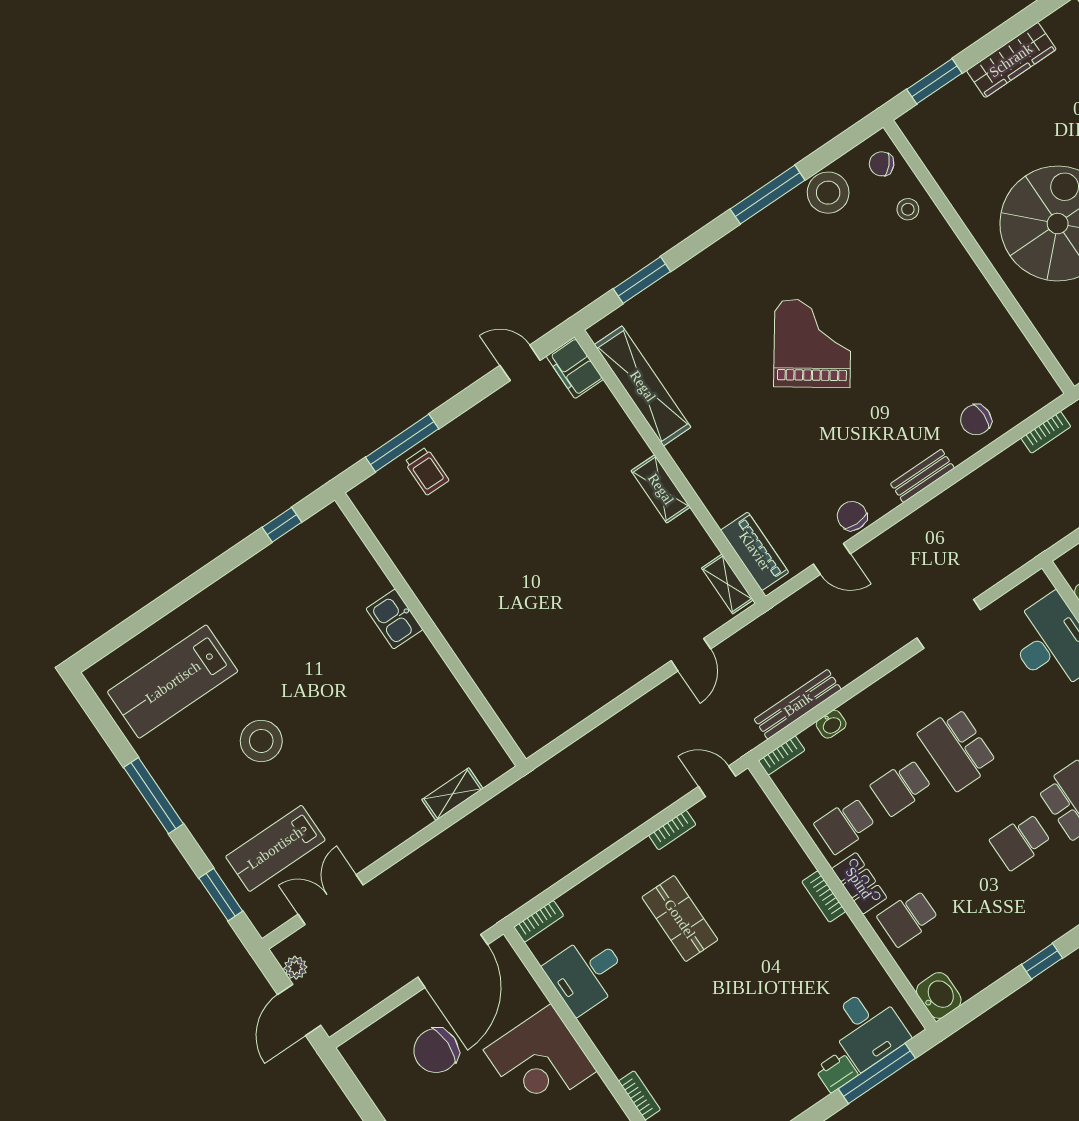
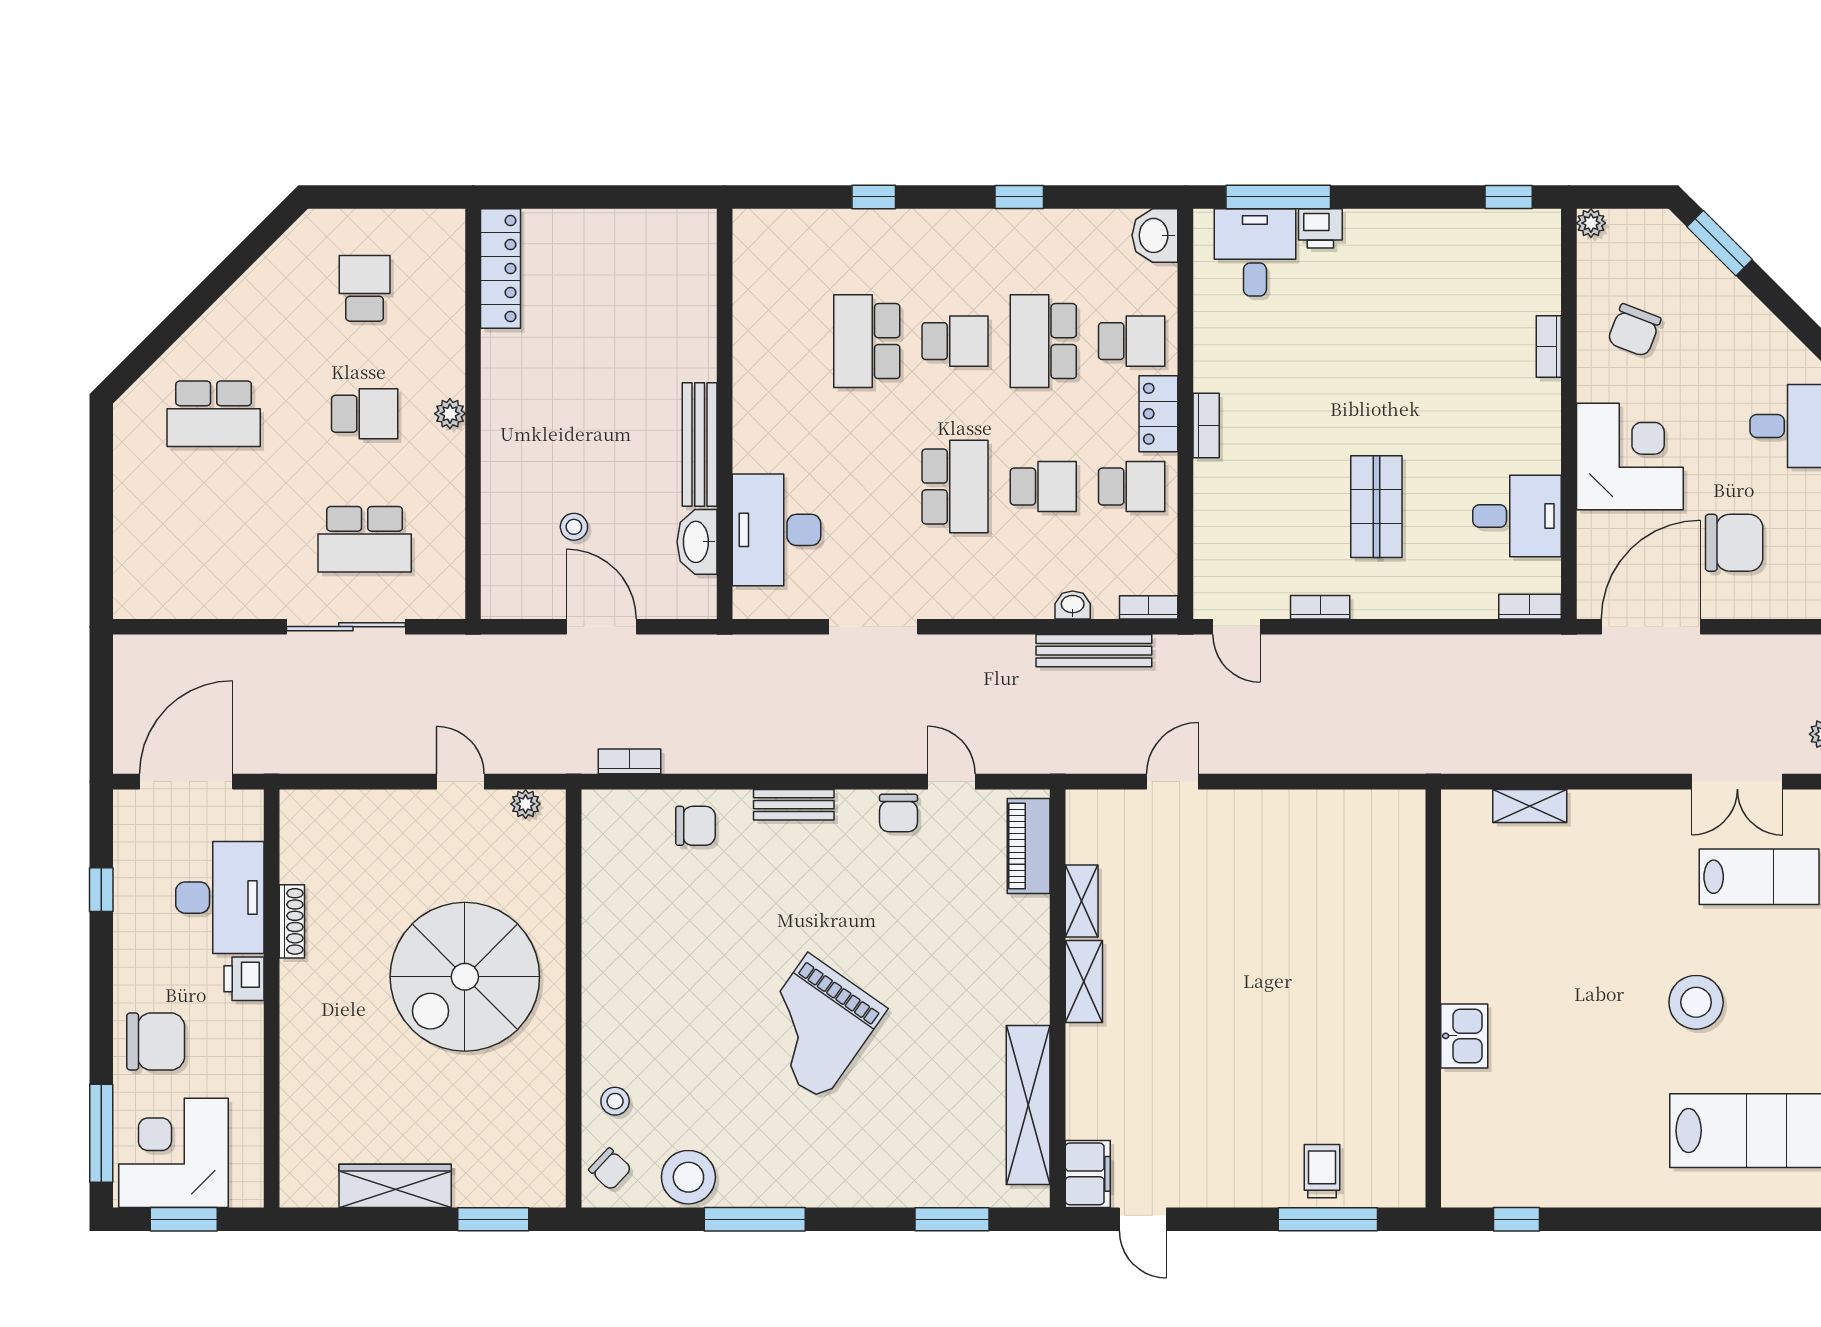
shelving: (727, 584) -> (1082, 901), moved
school desk: (964, 880) -> (1043, 341), added

